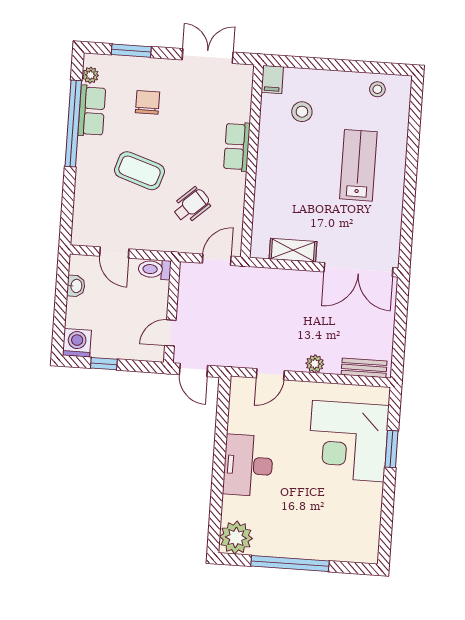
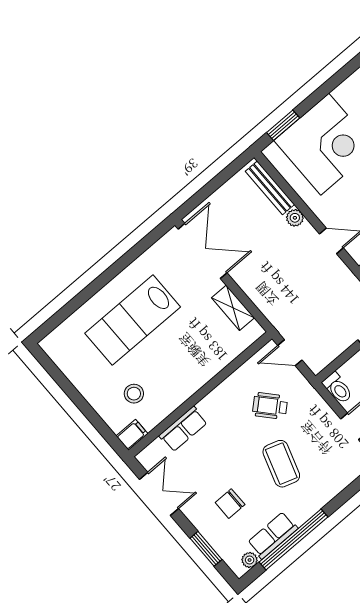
double door: (208, 56) -> (159, 494), swing flipped
stool: (377, 89) -> (69, 358), removed
row of seats: (237, 147) -> (183, 429), moved
lab bench: (358, 165) -> (133, 320), width x1.36, depth x1.39
bench: (364, 368) -> (270, 188), width x1.36
window: (392, 449) -> (283, 125), moved

